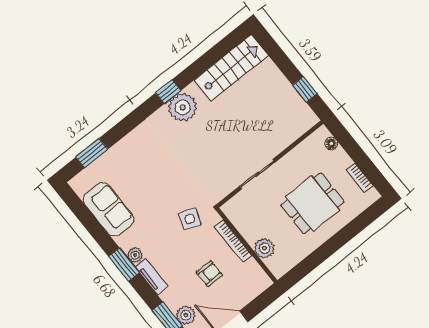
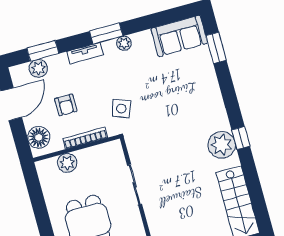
sofa: (108, 209) -> (179, 36), moved
plant: (135, 255) -> (124, 43), moved
floor lamp: (252, 286) -> (39, 137), added

